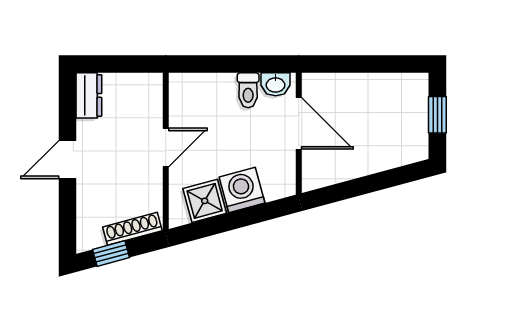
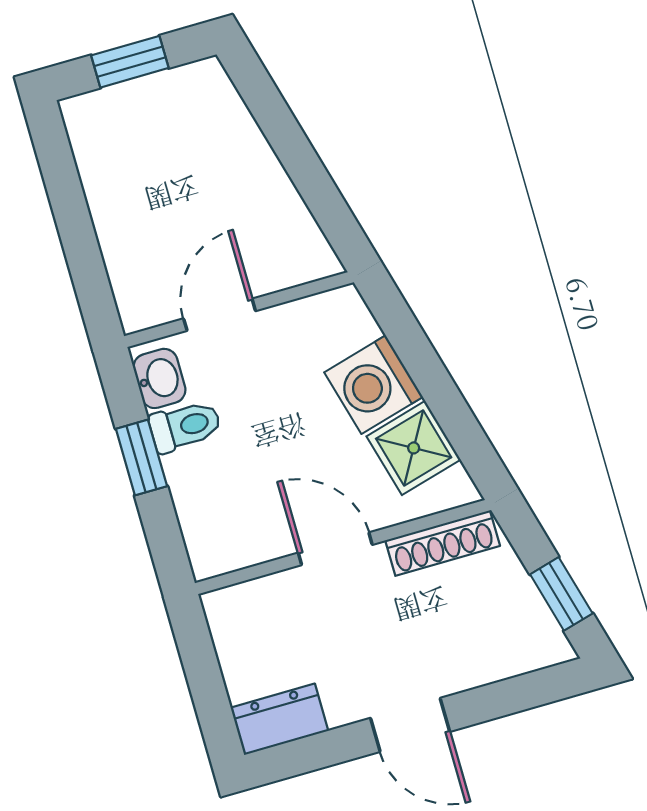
window: (239, 64) -> (141, 457), added
door: (299, 123) -> (220, 315), width x0.73
shoe rack: (132, 229) -> (443, 543), moved, turned -75

